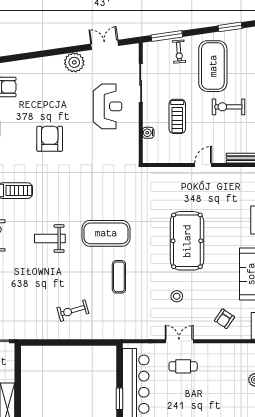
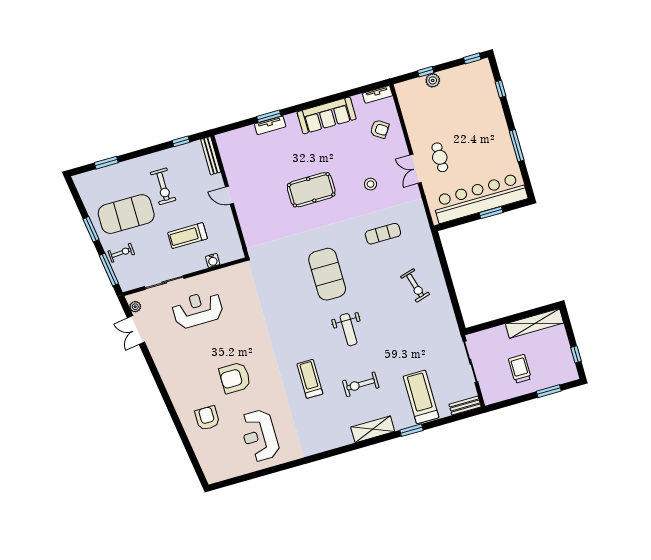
window: (230, 27) -> (91, 229), moved
plant: (74, 62) -> (135, 307), moved, width x0.53, depth x0.53
treadmill: (177, 116) -> (188, 236), turned 180
armchair: (50, 139) -> (235, 378), moved
pool table: (187, 241) -> (311, 190), width x0.73, depth x0.76
exercise mat: (119, 277) -> (383, 234), moved

